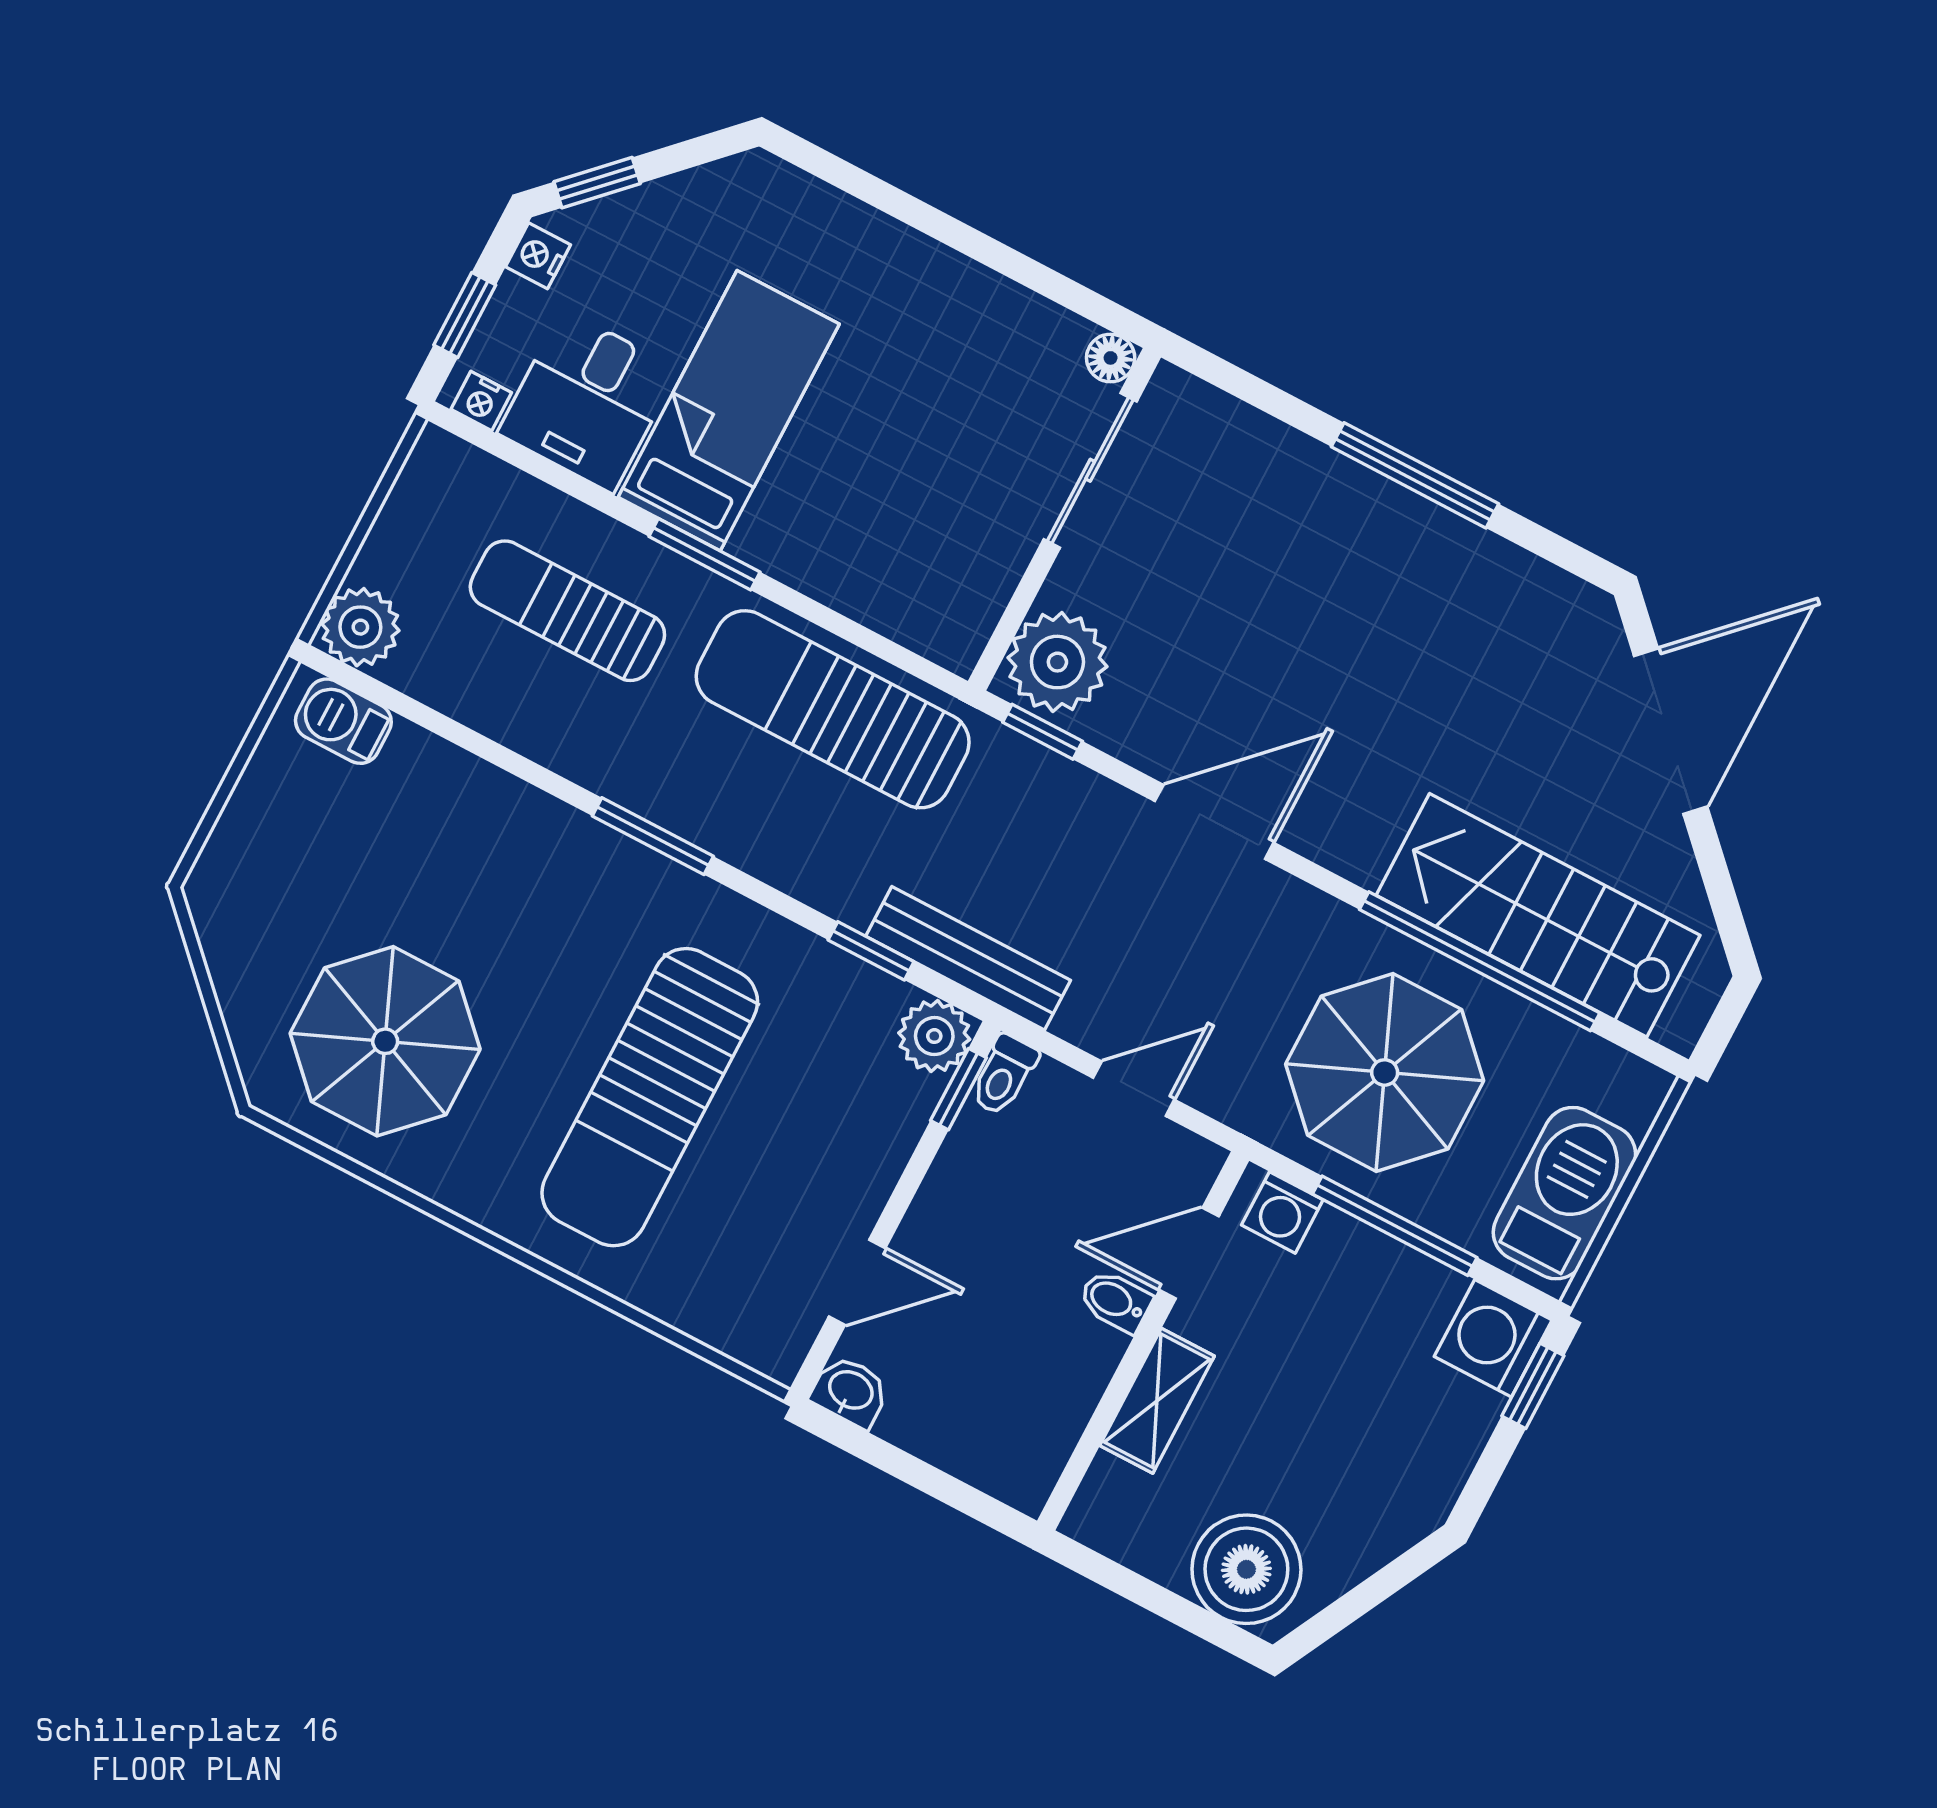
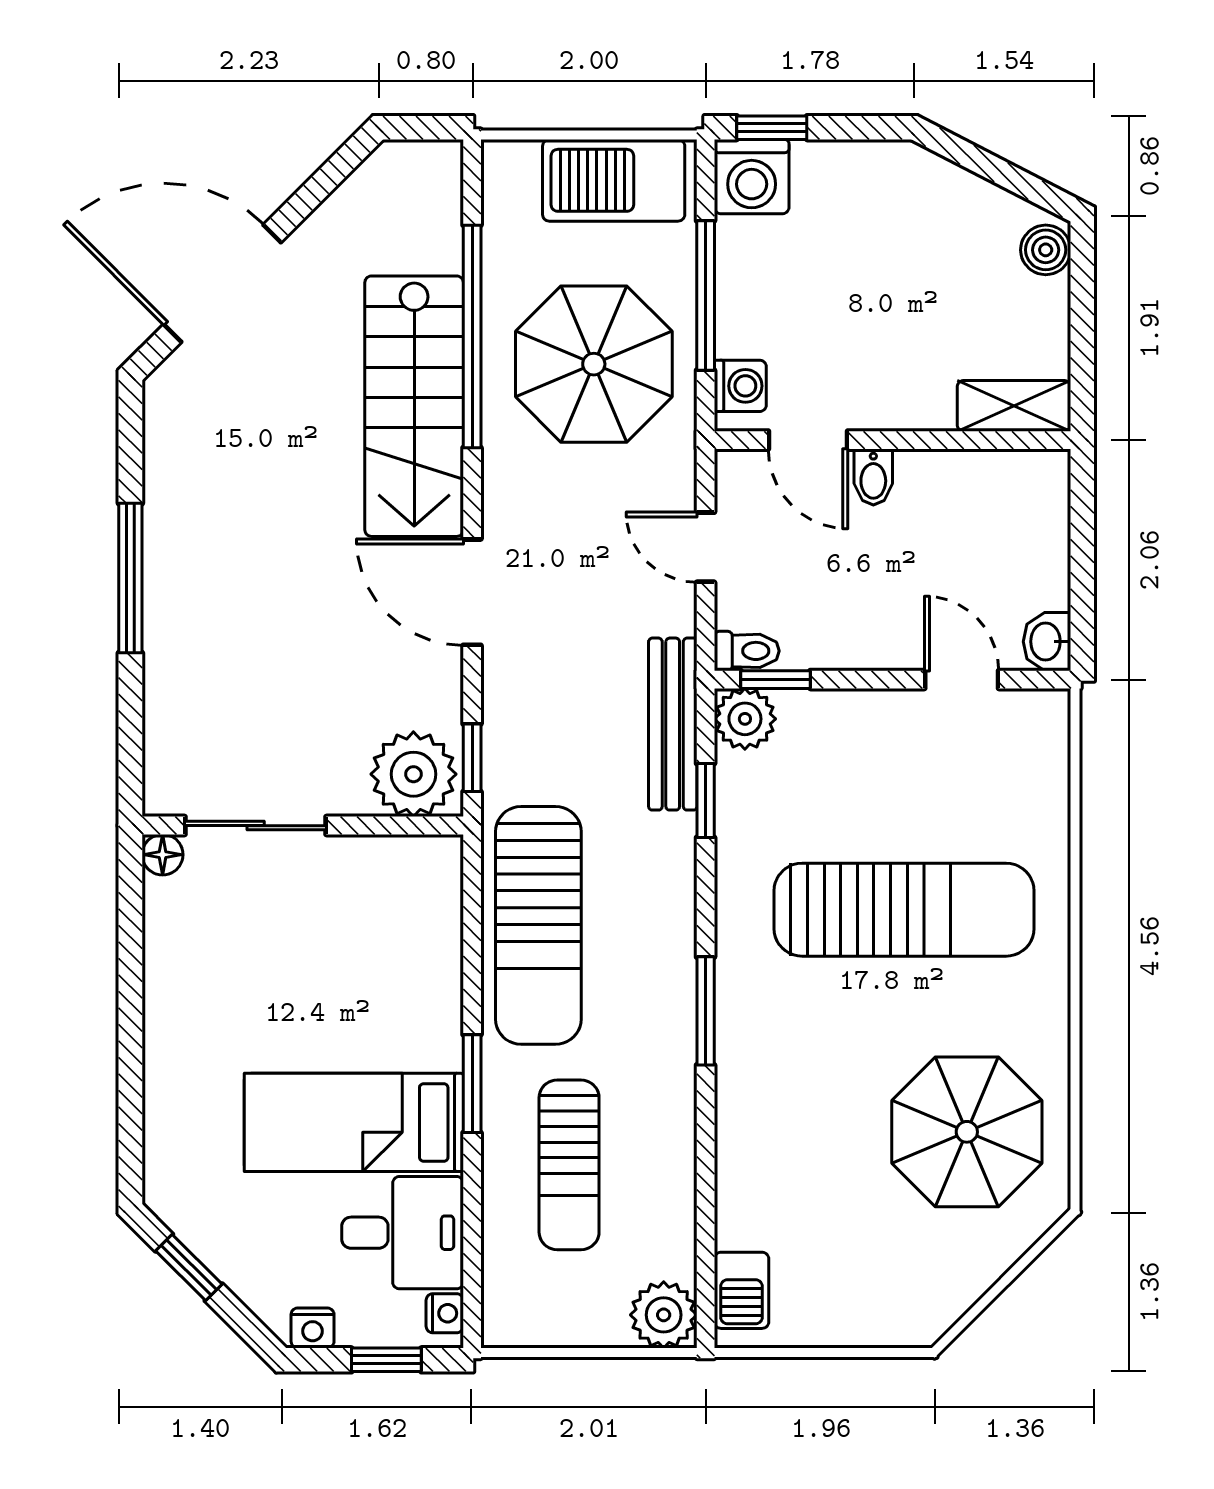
window: (597, 183) -> (189, 1268), moved
stairs: (1538, 915) -> (414, 406), moved
shelving: (1157, 1401) -> (1014, 406), moved
boiler: (1246, 1569) -> (1046, 250), width x0.54, depth x0.54

